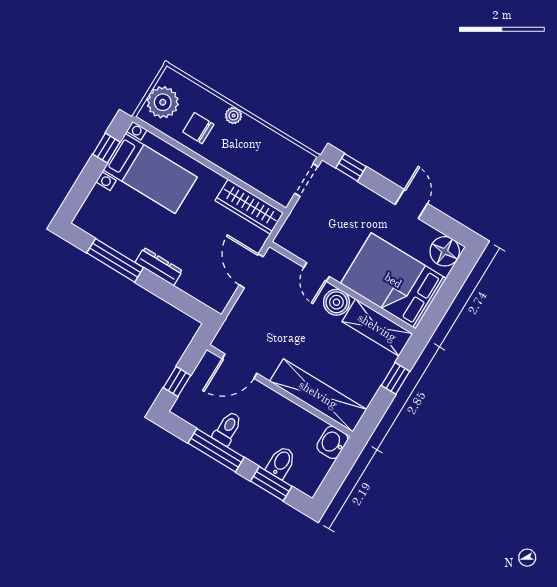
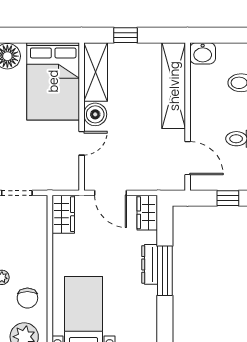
wardrobe: (249, 207) -> (63, 214), width x0.67
window: (115, 260) -> (165, 271), moved
door: (251, 271) -> (111, 193), hinge flipped
wardrobe: (210, 295) -> (147, 213), added

